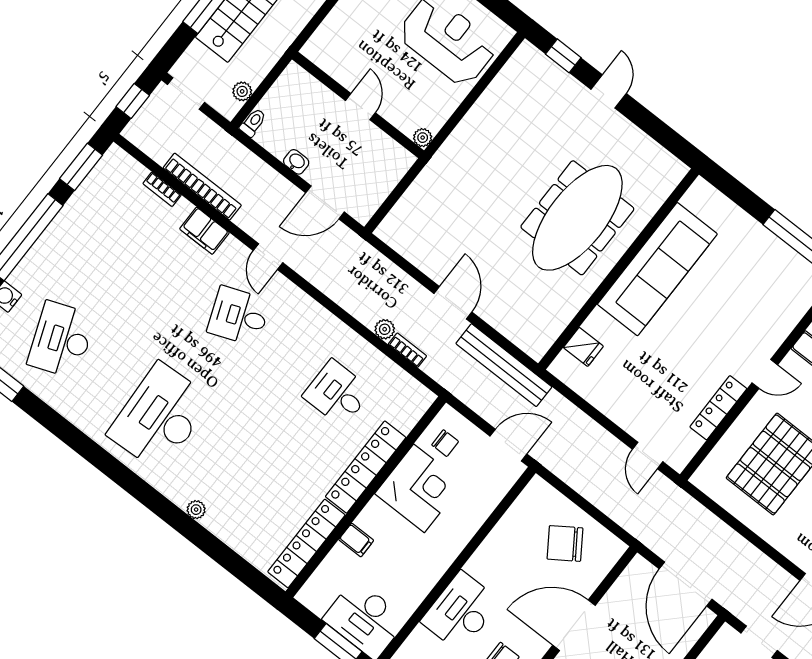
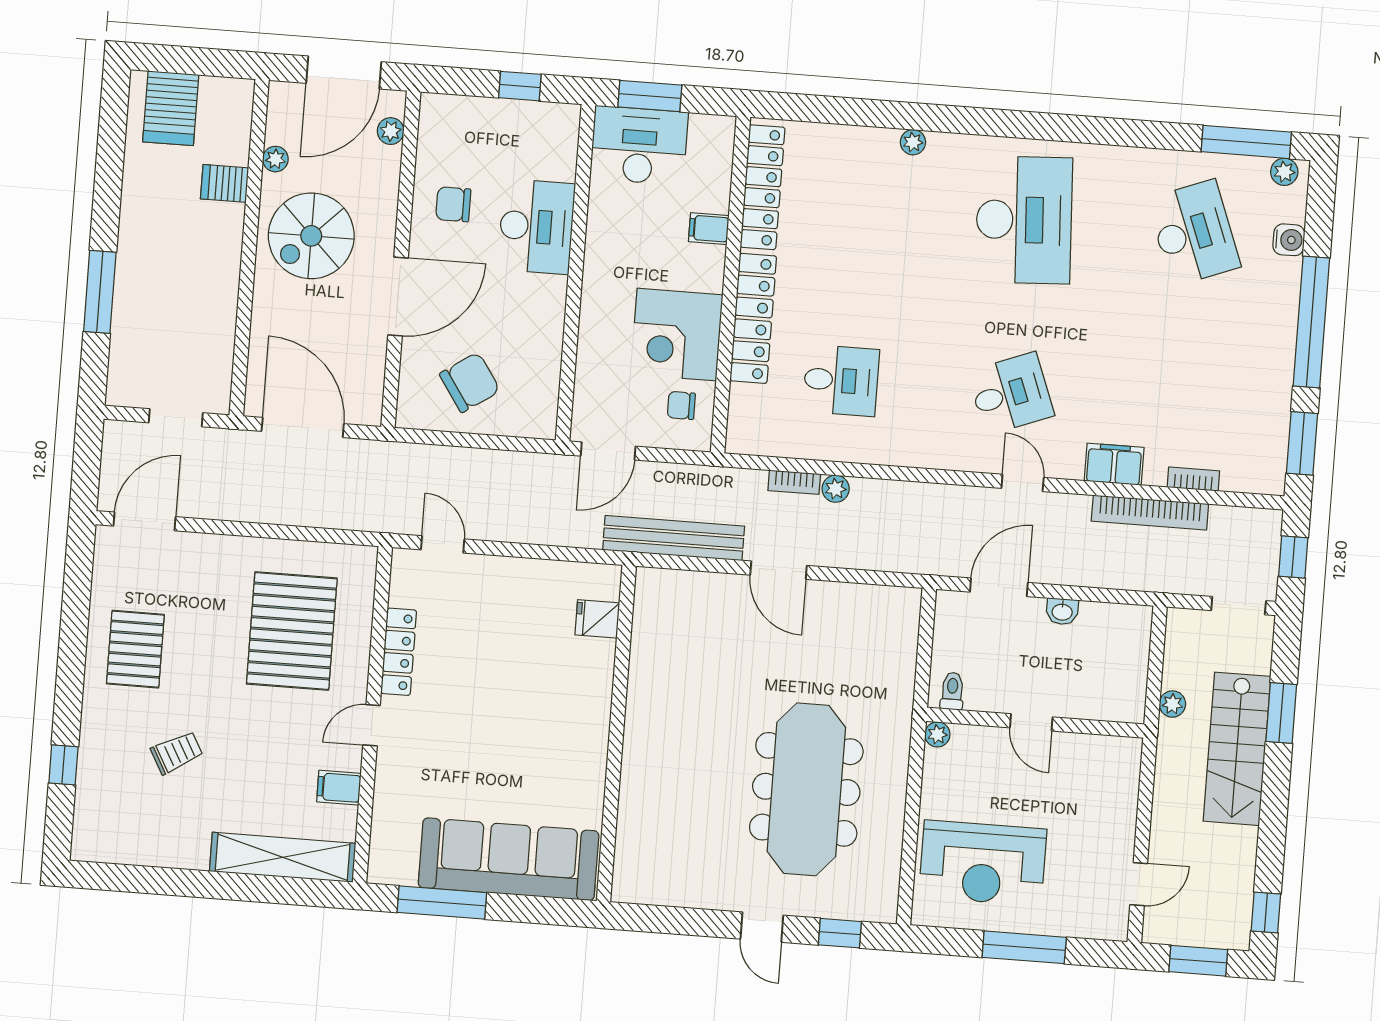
plant: (242, 91) -> (1172, 704), moved
toilet: (253, 123) -> (952, 691), moved, turned 180
meeting table: (577, 218) -> (806, 789), moved
sofa: (657, 269) -> (509, 859), moved, turned 90

